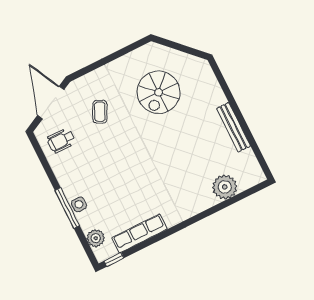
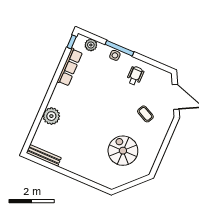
bench: (233, 127) -> (44, 155), moved
wheelchair: (61, 140) -> (135, 76), moved
plant: (225, 187) -> (51, 116), moved

